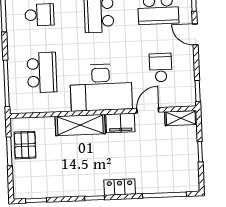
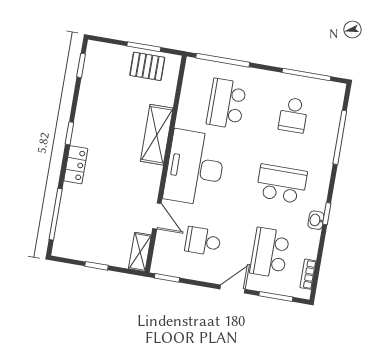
school desk: (161, 68) -> (203, 241), turned 180
school desk: (42, 72) -> (226, 104), turned 90
filing cabinet: (120, 123) -> (149, 181), removed

